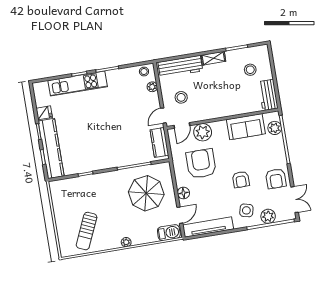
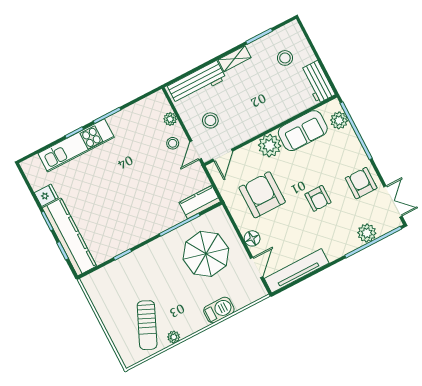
stool: (144, 72) -> (173, 143), moved
plant: (203, 132) -> (270, 146), moved
kitchen counter: (159, 143) -> (200, 202), moved, turned 90
armchair: (276, 179) -> (361, 183), turned 180
side table: (246, 210) -> (337, 235), removed
barbecue: (169, 233) -> (219, 310), moved
plant: (126, 242) -> (174, 337), moved

